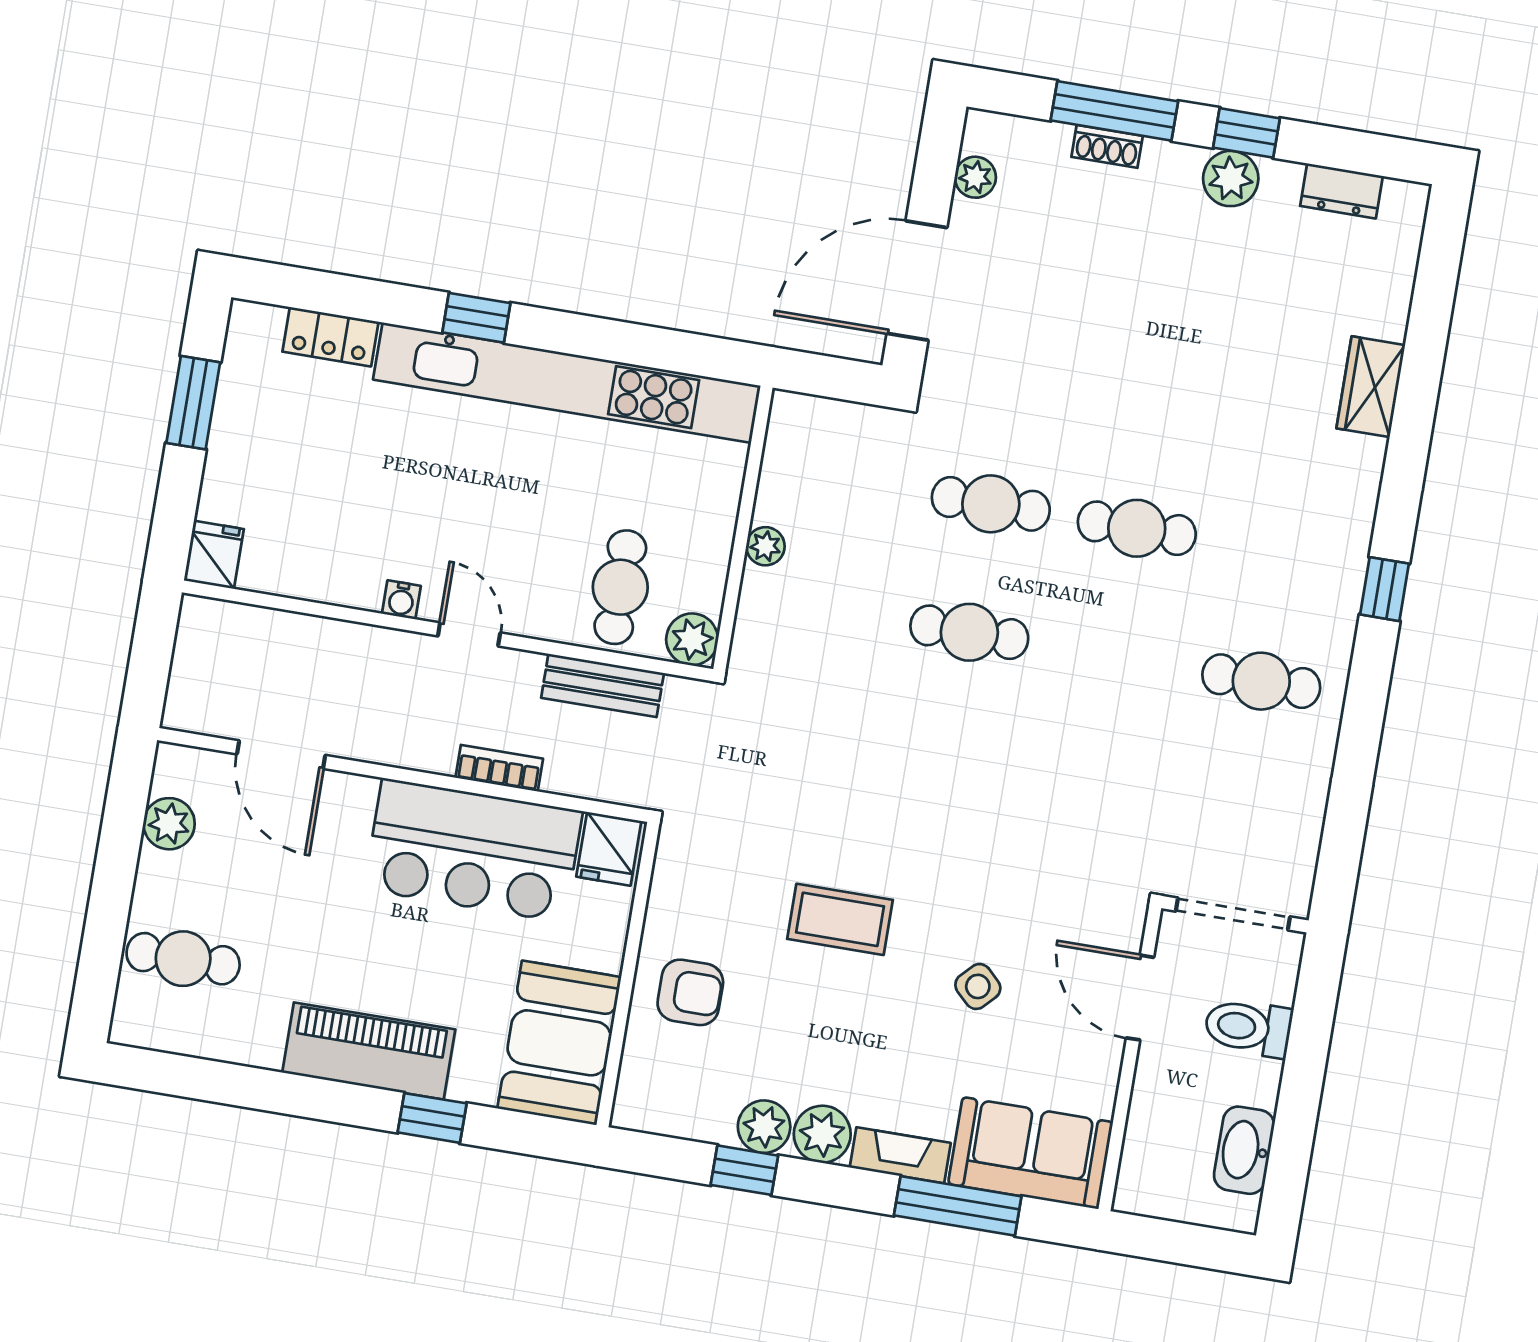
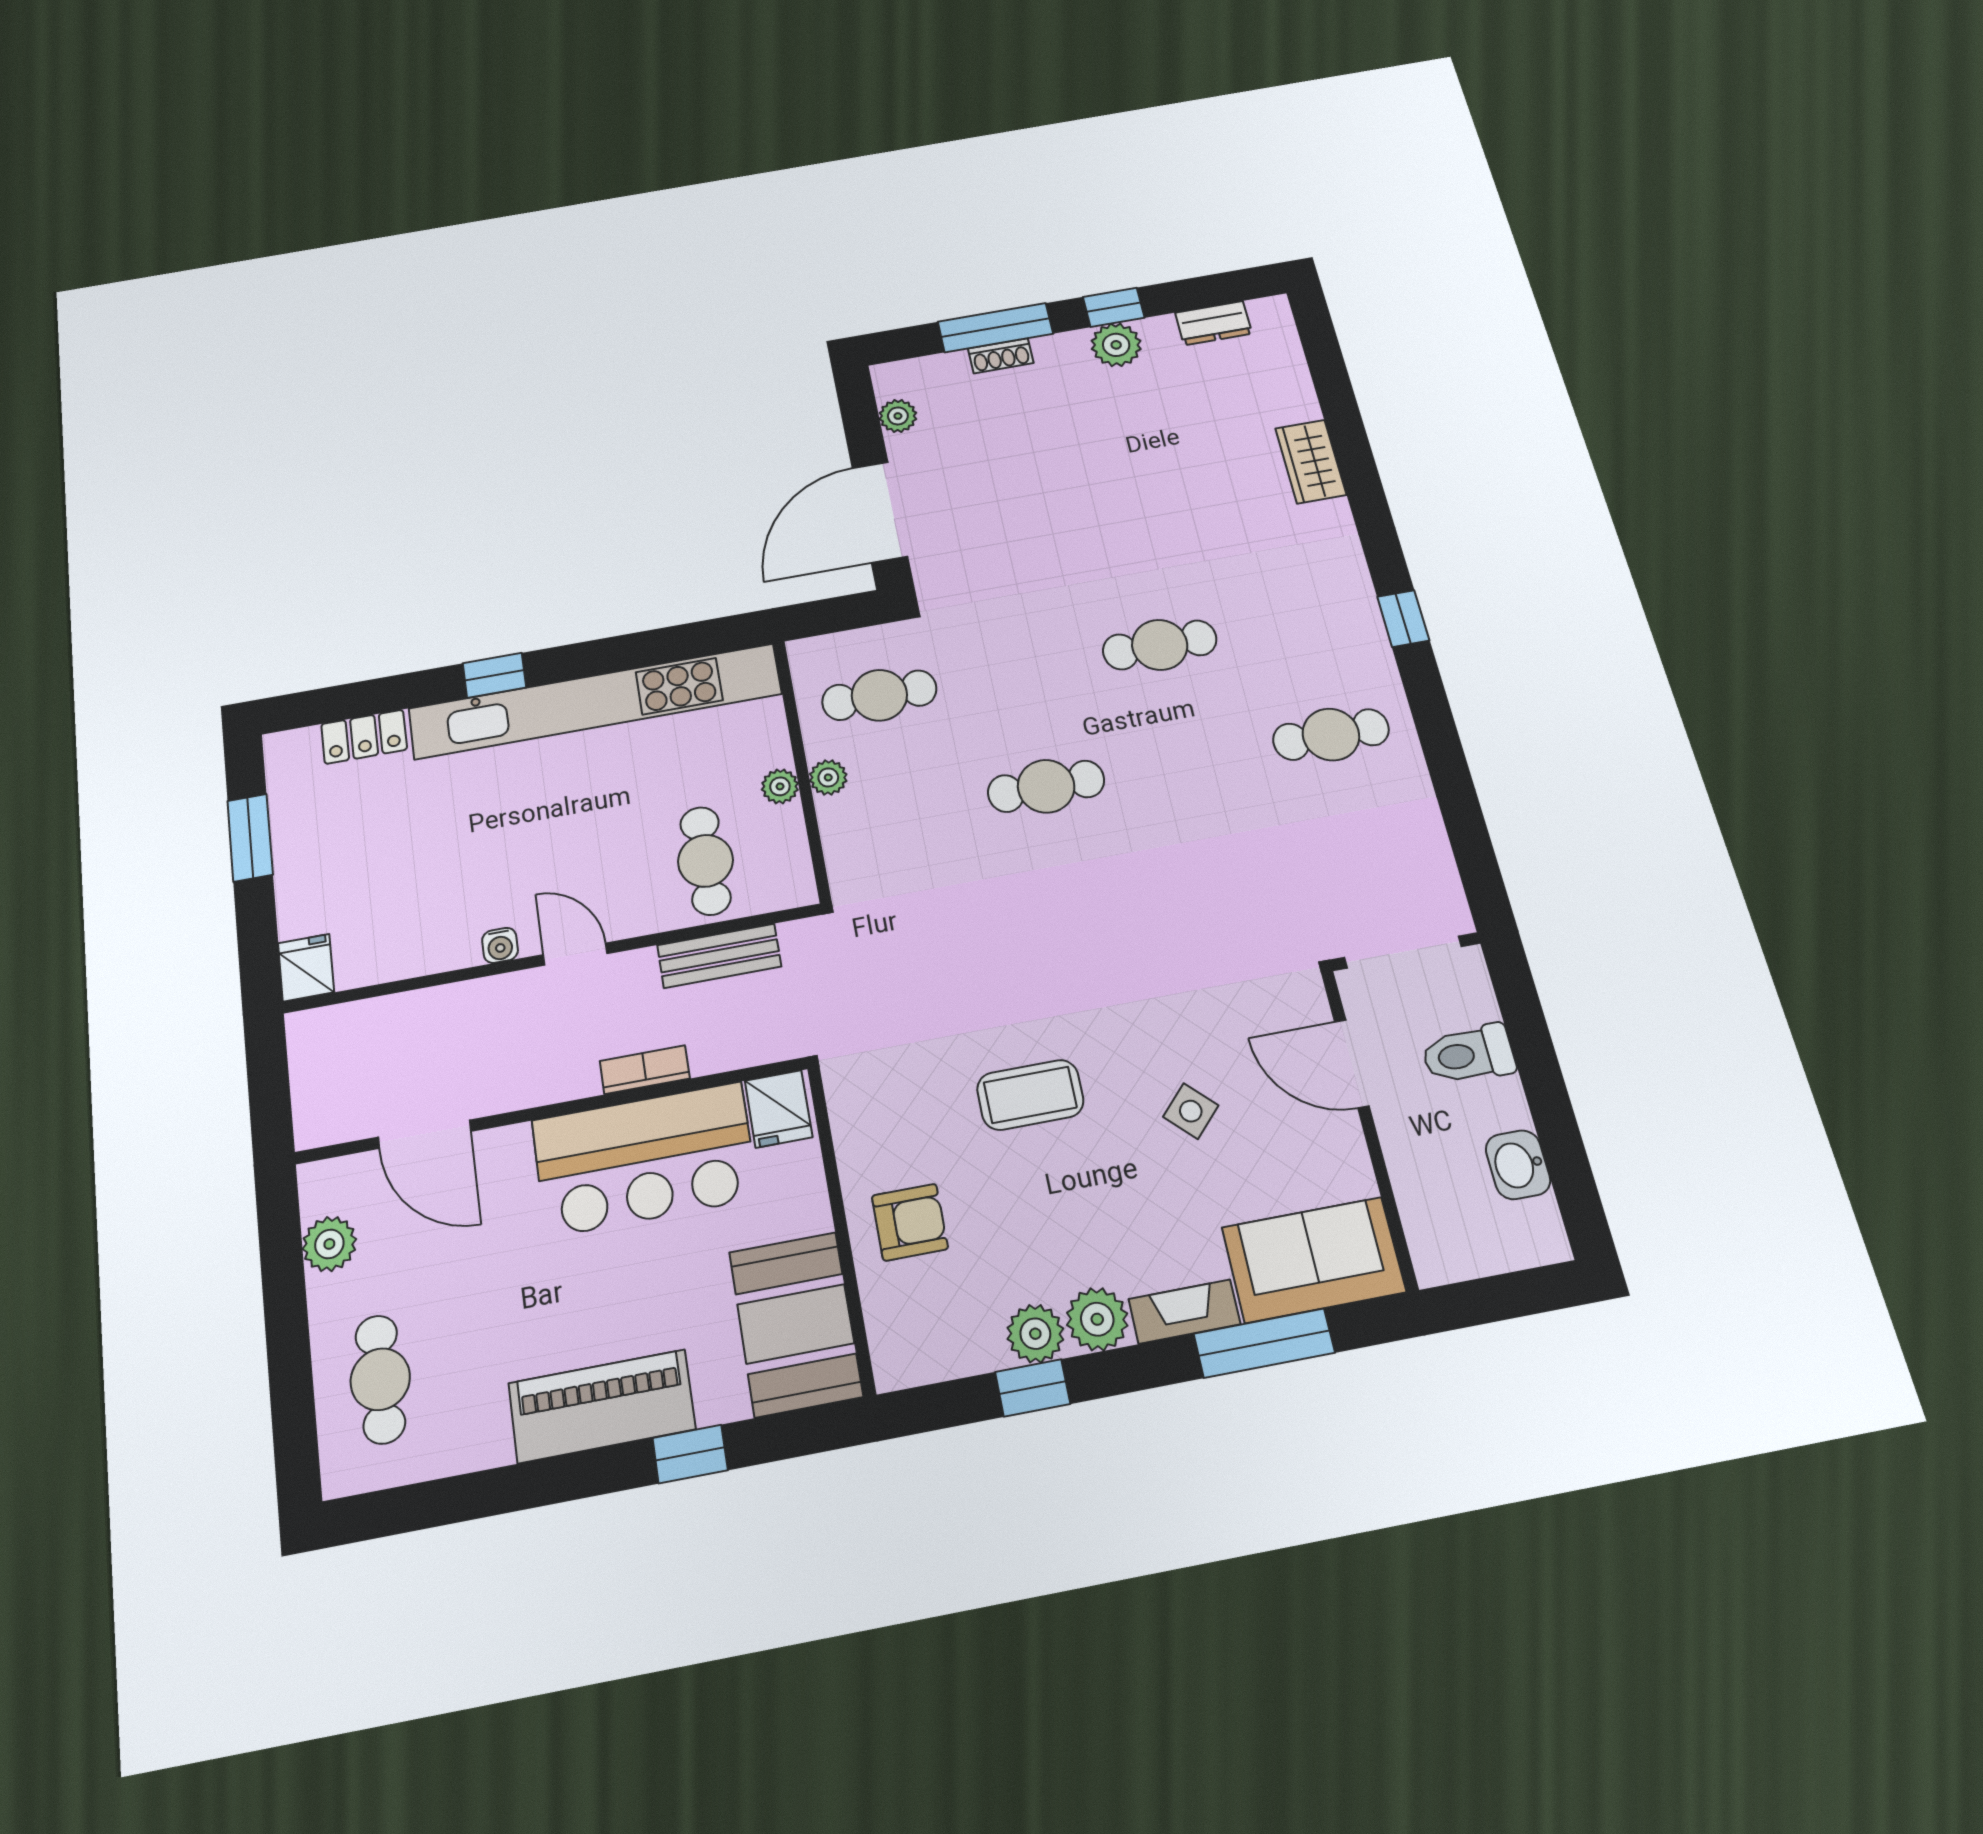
cafe table: (991, 504) -> (879, 695), moved
plant: (692, 639) -> (780, 786), moved, width x0.73, depth x0.73
cafe table: (183, 959) -> (380, 1379), turned 90
washbasin: (1244, 1150) -> (1518, 1165), width x0.72

